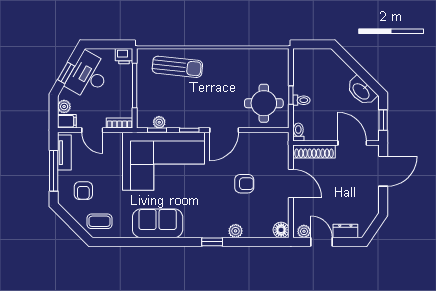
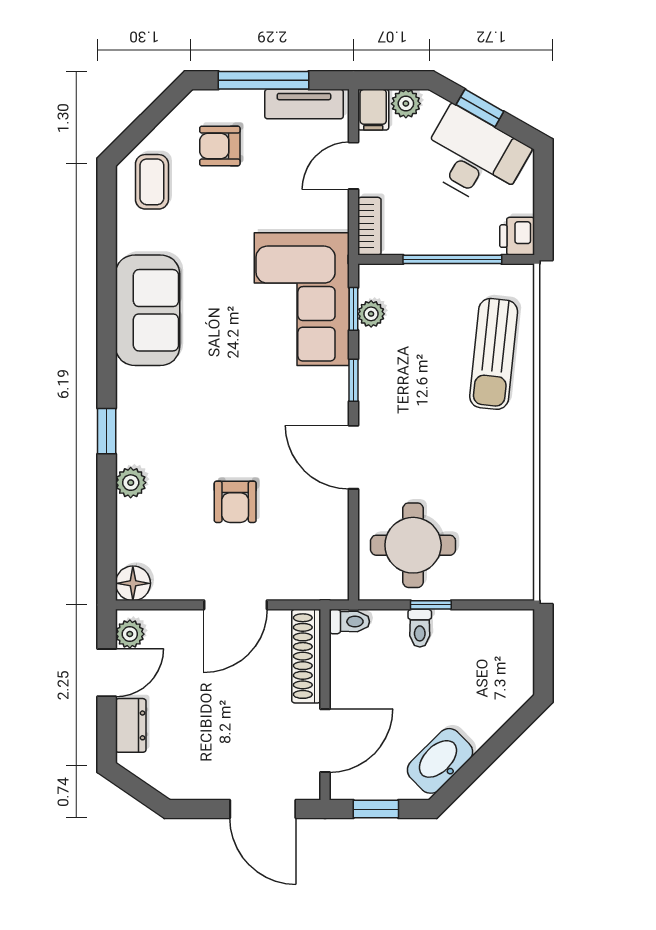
corner sofa: (163, 161) -> (302, 299), width x0.73, depth x0.74

